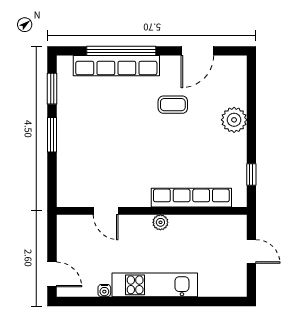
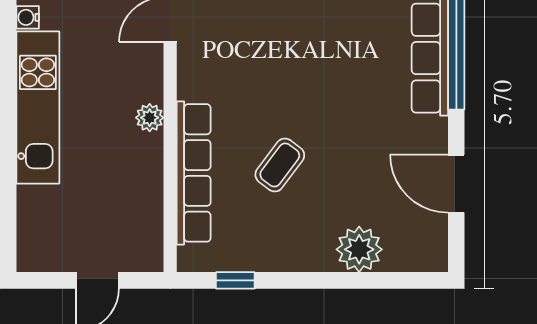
coffee table: (173, 105) -> (280, 165), moved, turned 37
plant: (234, 120) -> (359, 249), moved

